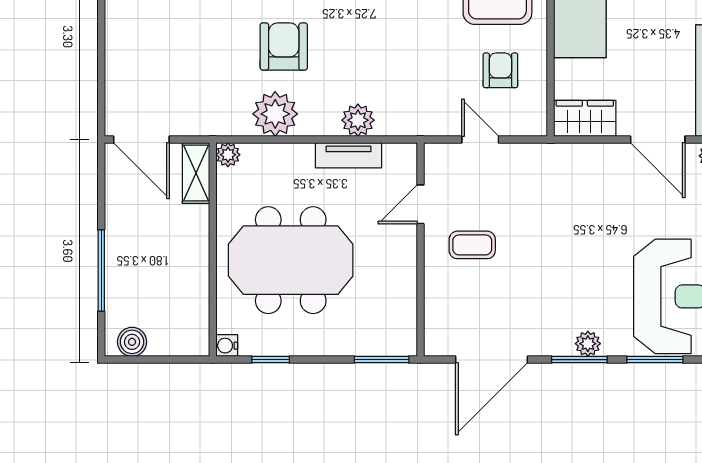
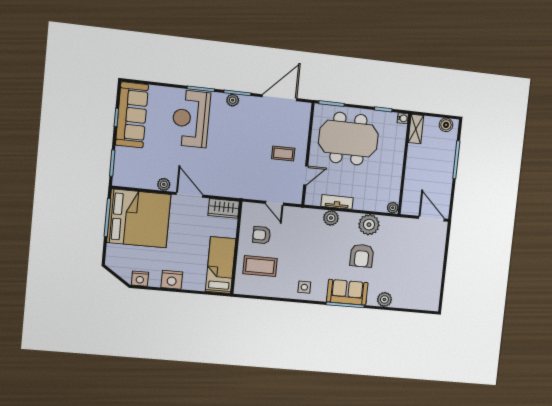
armchair: (500, 70) -> (262, 235), turned 90
shelving: (196, 173) -> (416, 129), moved
meeting table: (291, 260) -> (348, 139), moved

